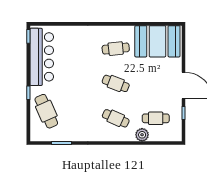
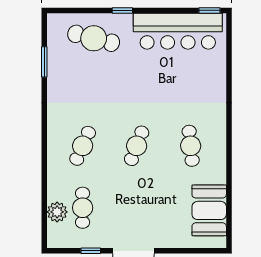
booth: (157, 41) -> (209, 210), width x0.73, depth x0.70
cafe table: (46, 111) -> (94, 38), turned 38
plant: (142, 135) -> (57, 212), moved

